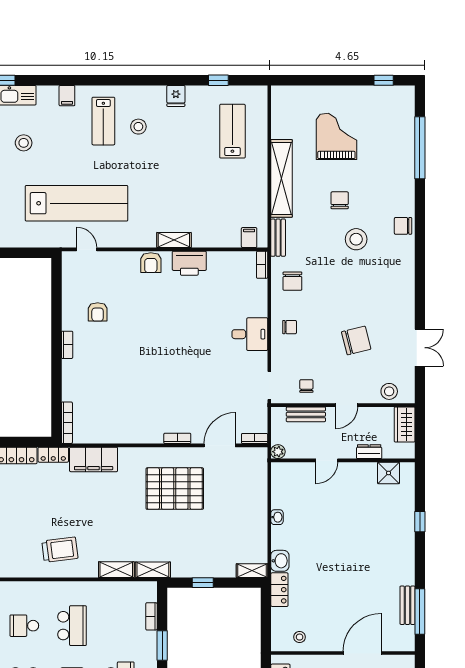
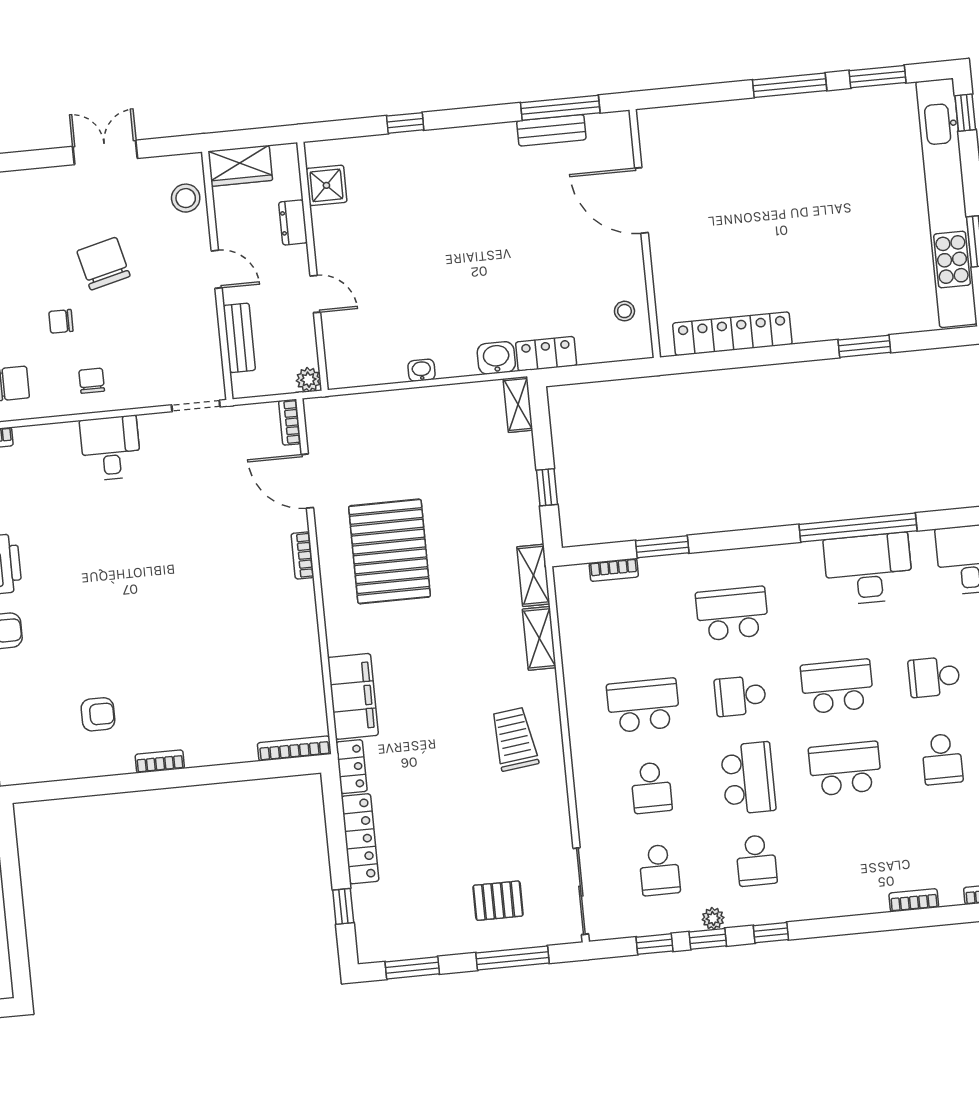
chair: (306, 386) -> (61, 321), moved

